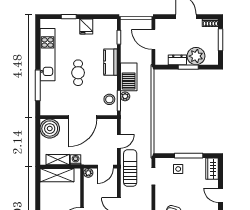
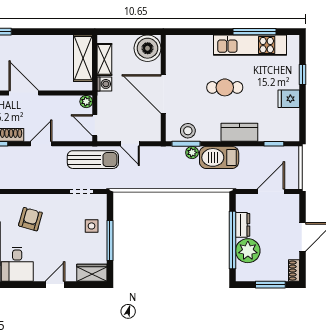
window: (188, 67) -> (232, 240), width x2.11
window: (38, 85) -> (254, 32), moved

